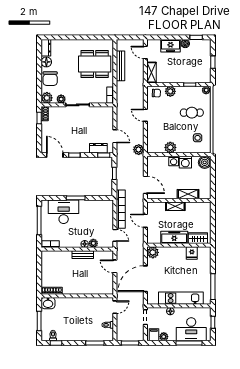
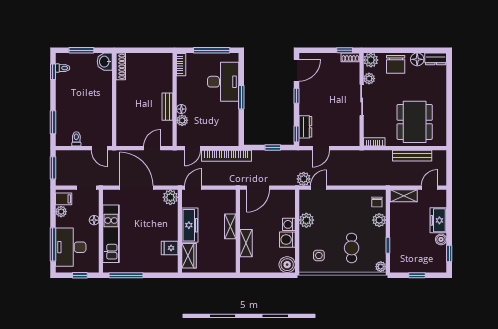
chair: (50, 79) -> (396, 64), turned -90
door: (145, 115) -> (319, 188), moved
door: (145, 221) -> (193, 188), moved

